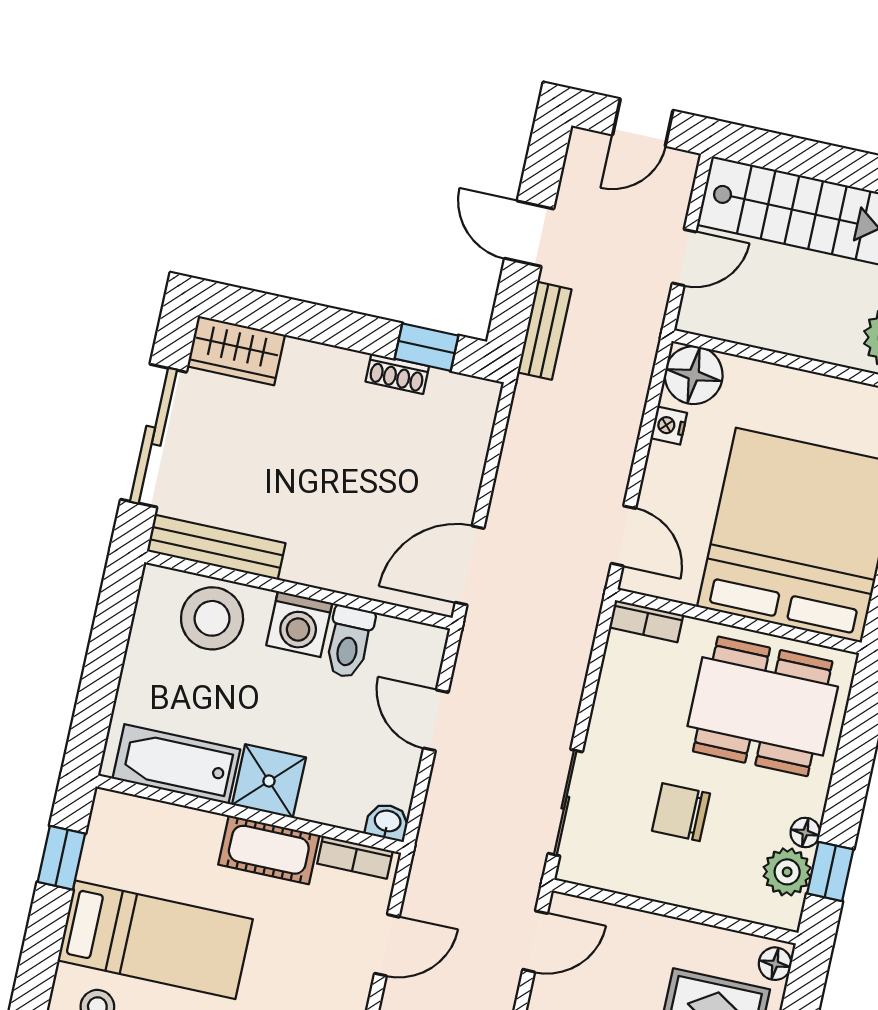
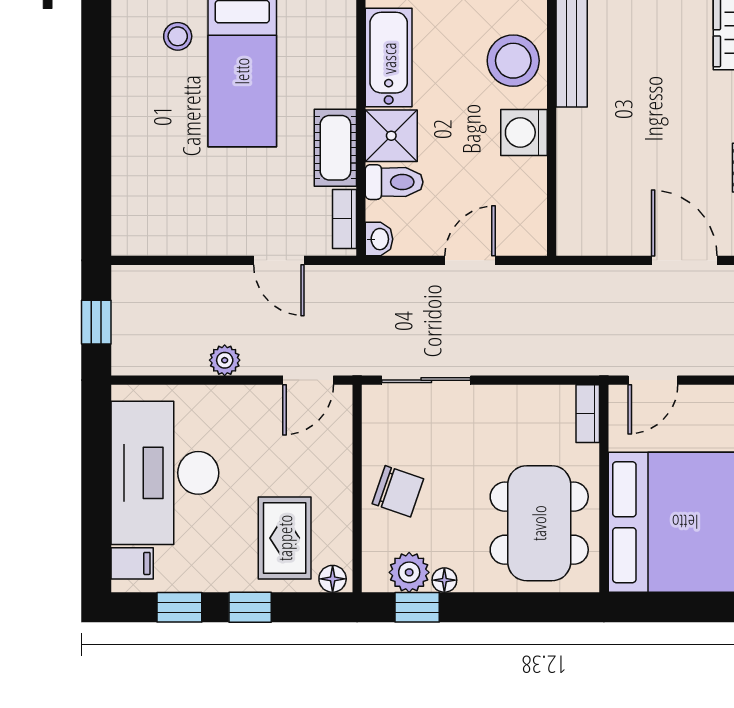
door: (470, 565) -> (684, 260), moved
toilet: (349, 642) -> (394, 182), moved, turned 180
chair: (681, 812) -> (398, 491), moved, turned 109
door: (535, 941) -> (308, 380), hinge flipped

